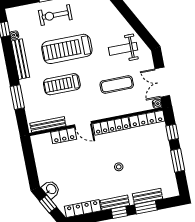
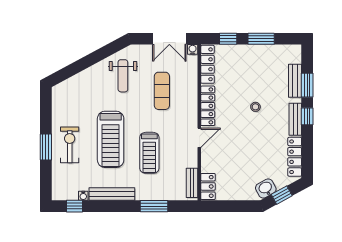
exercise bike: (55, 15) -> (70, 145), turned 180
bench: (48, 125) -> (192, 183), width x0.73
locker: (64, 136) -> (208, 186), moved

